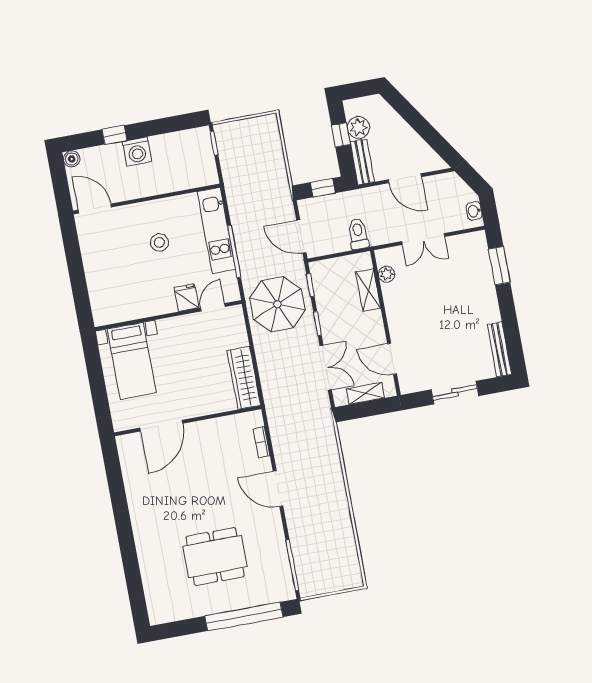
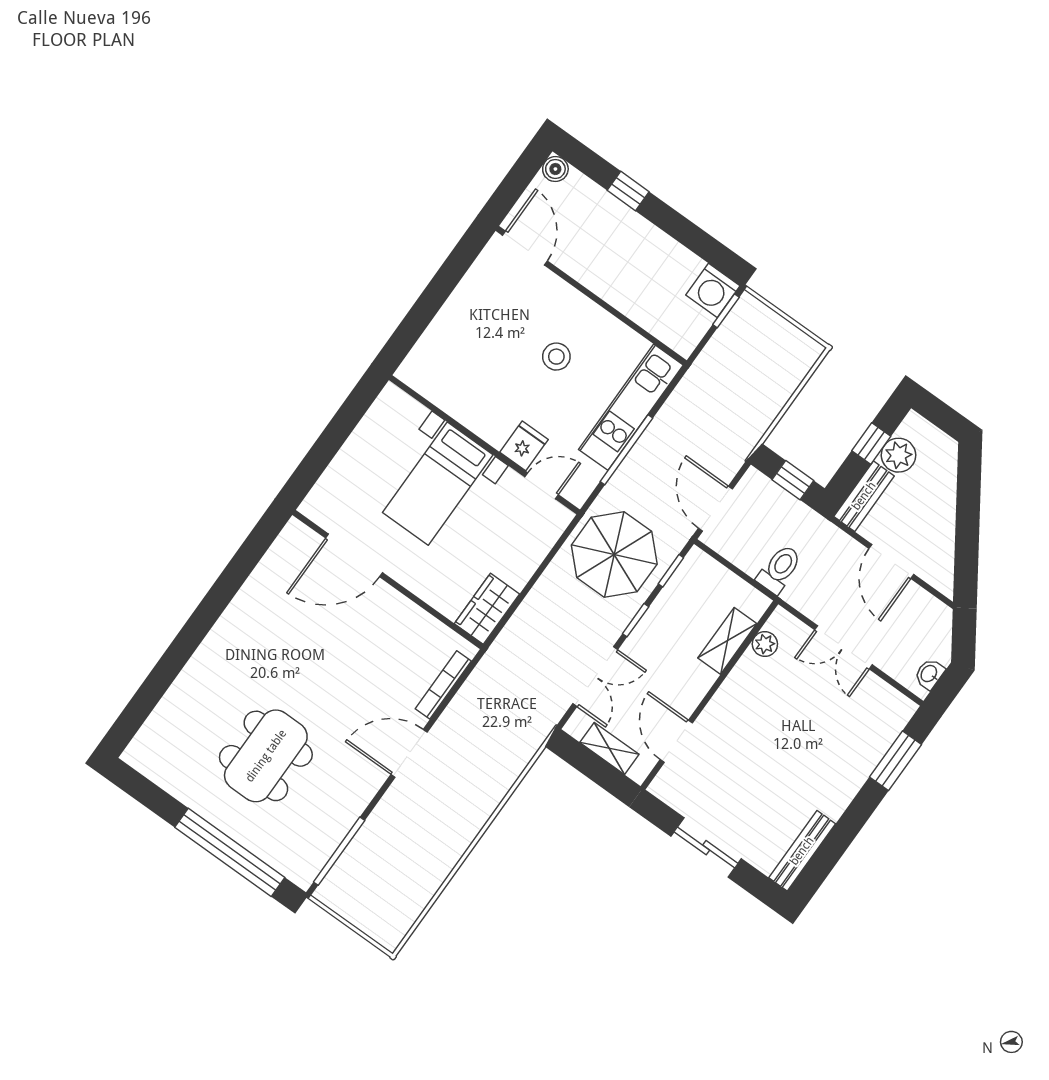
washing machine: (137, 151) -> (713, 290), moved
bed with nightstands: (132, 361) -> (438, 484), moved
wardrobe: (244, 378) -> (487, 609), width x0.67
bookcase: (262, 442) -> (443, 685), width x1.56
door: (278, 489) -> (409, 753), hinge flipped
dining table: (215, 556) -> (266, 756), turned 90

